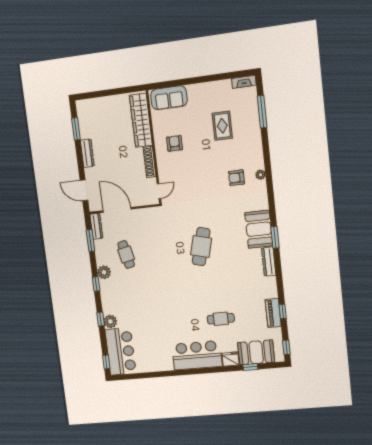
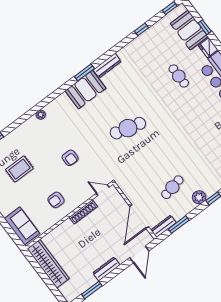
wardrobe: (141, 120) -> (48, 264), moved, turned -90
armchair: (236, 178) -> (70, 158), moved
piano: (273, 313) -> (148, 36), removed

